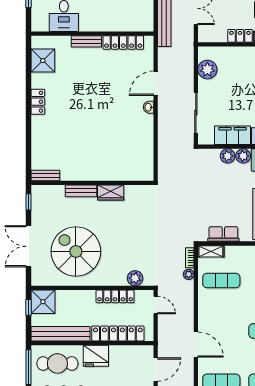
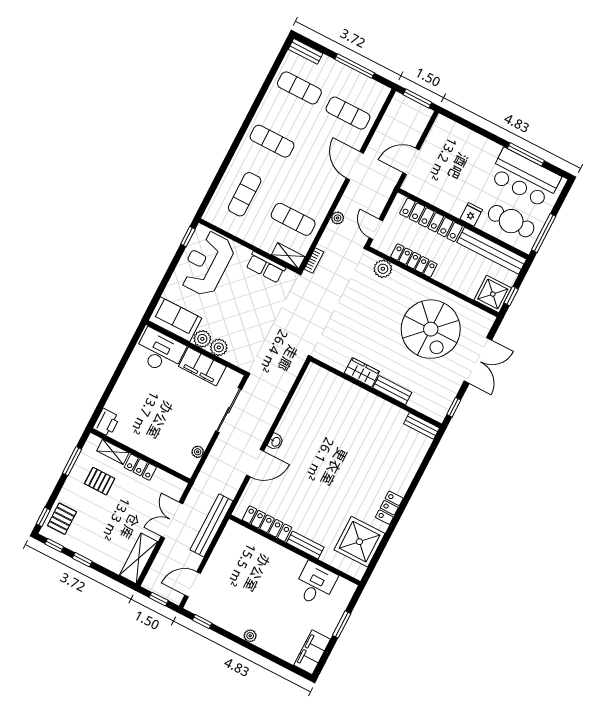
shower: (43, 61) -> (359, 542), width x1.37, depth x1.37
plant: (207, 70) -> (198, 452), width x0.53, depth x0.53
plant: (189, 274) -> (338, 218), moved
fridge: (96, 356) -> (471, 214), width x0.53, depth x0.75

